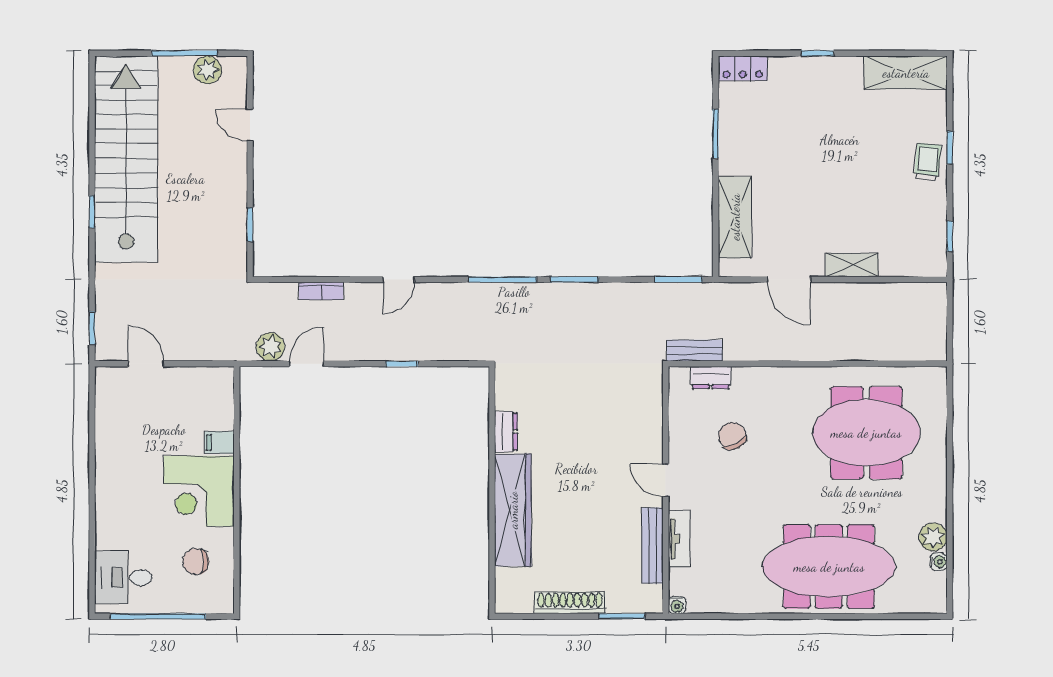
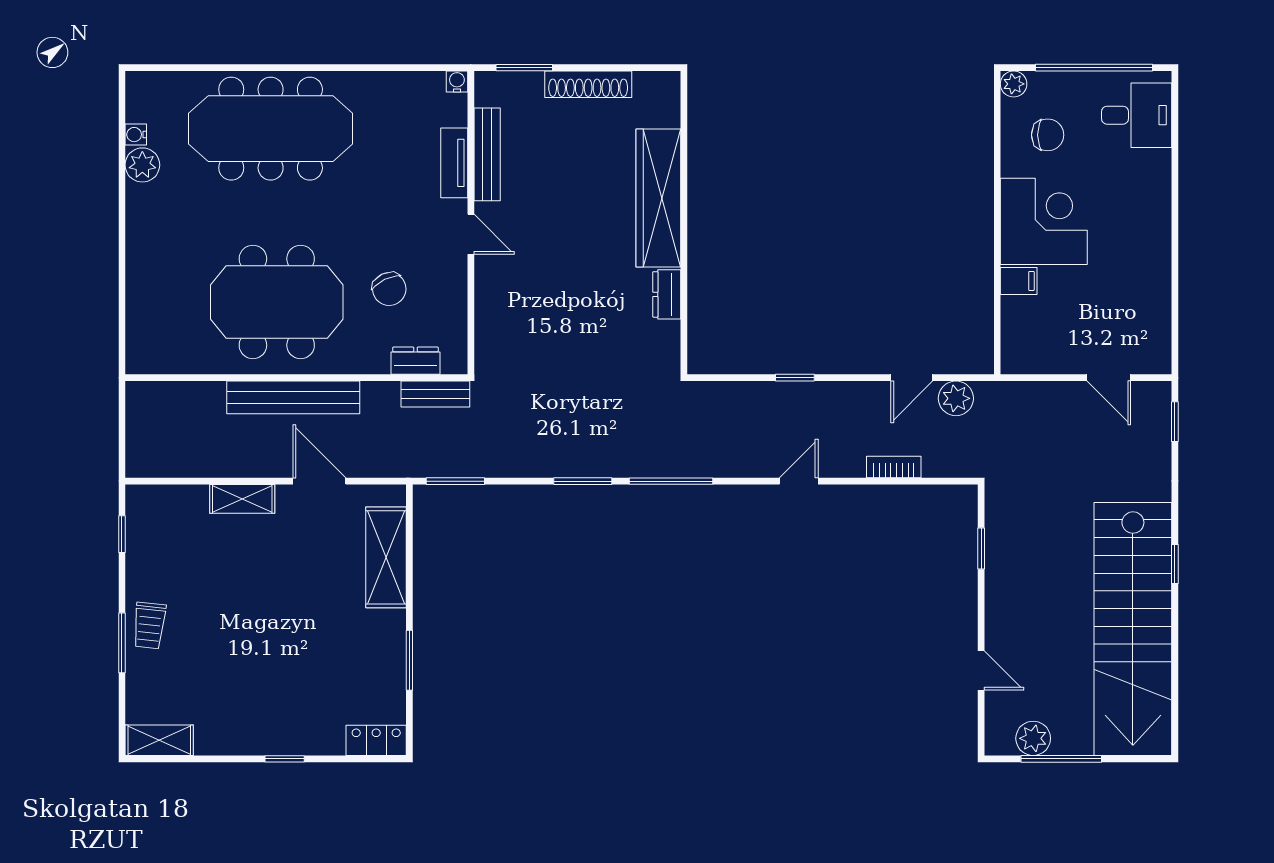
shelving: (906, 73) -> (159, 740), width x0.67, depth x0.75
window: (950, 148) -> (122, 643), width x1.50
bench: (810, 348) -> (293, 397), added
meeting table: (866, 433) -> (277, 302), moved
plant: (223, 603) -> (1014, 84), added

